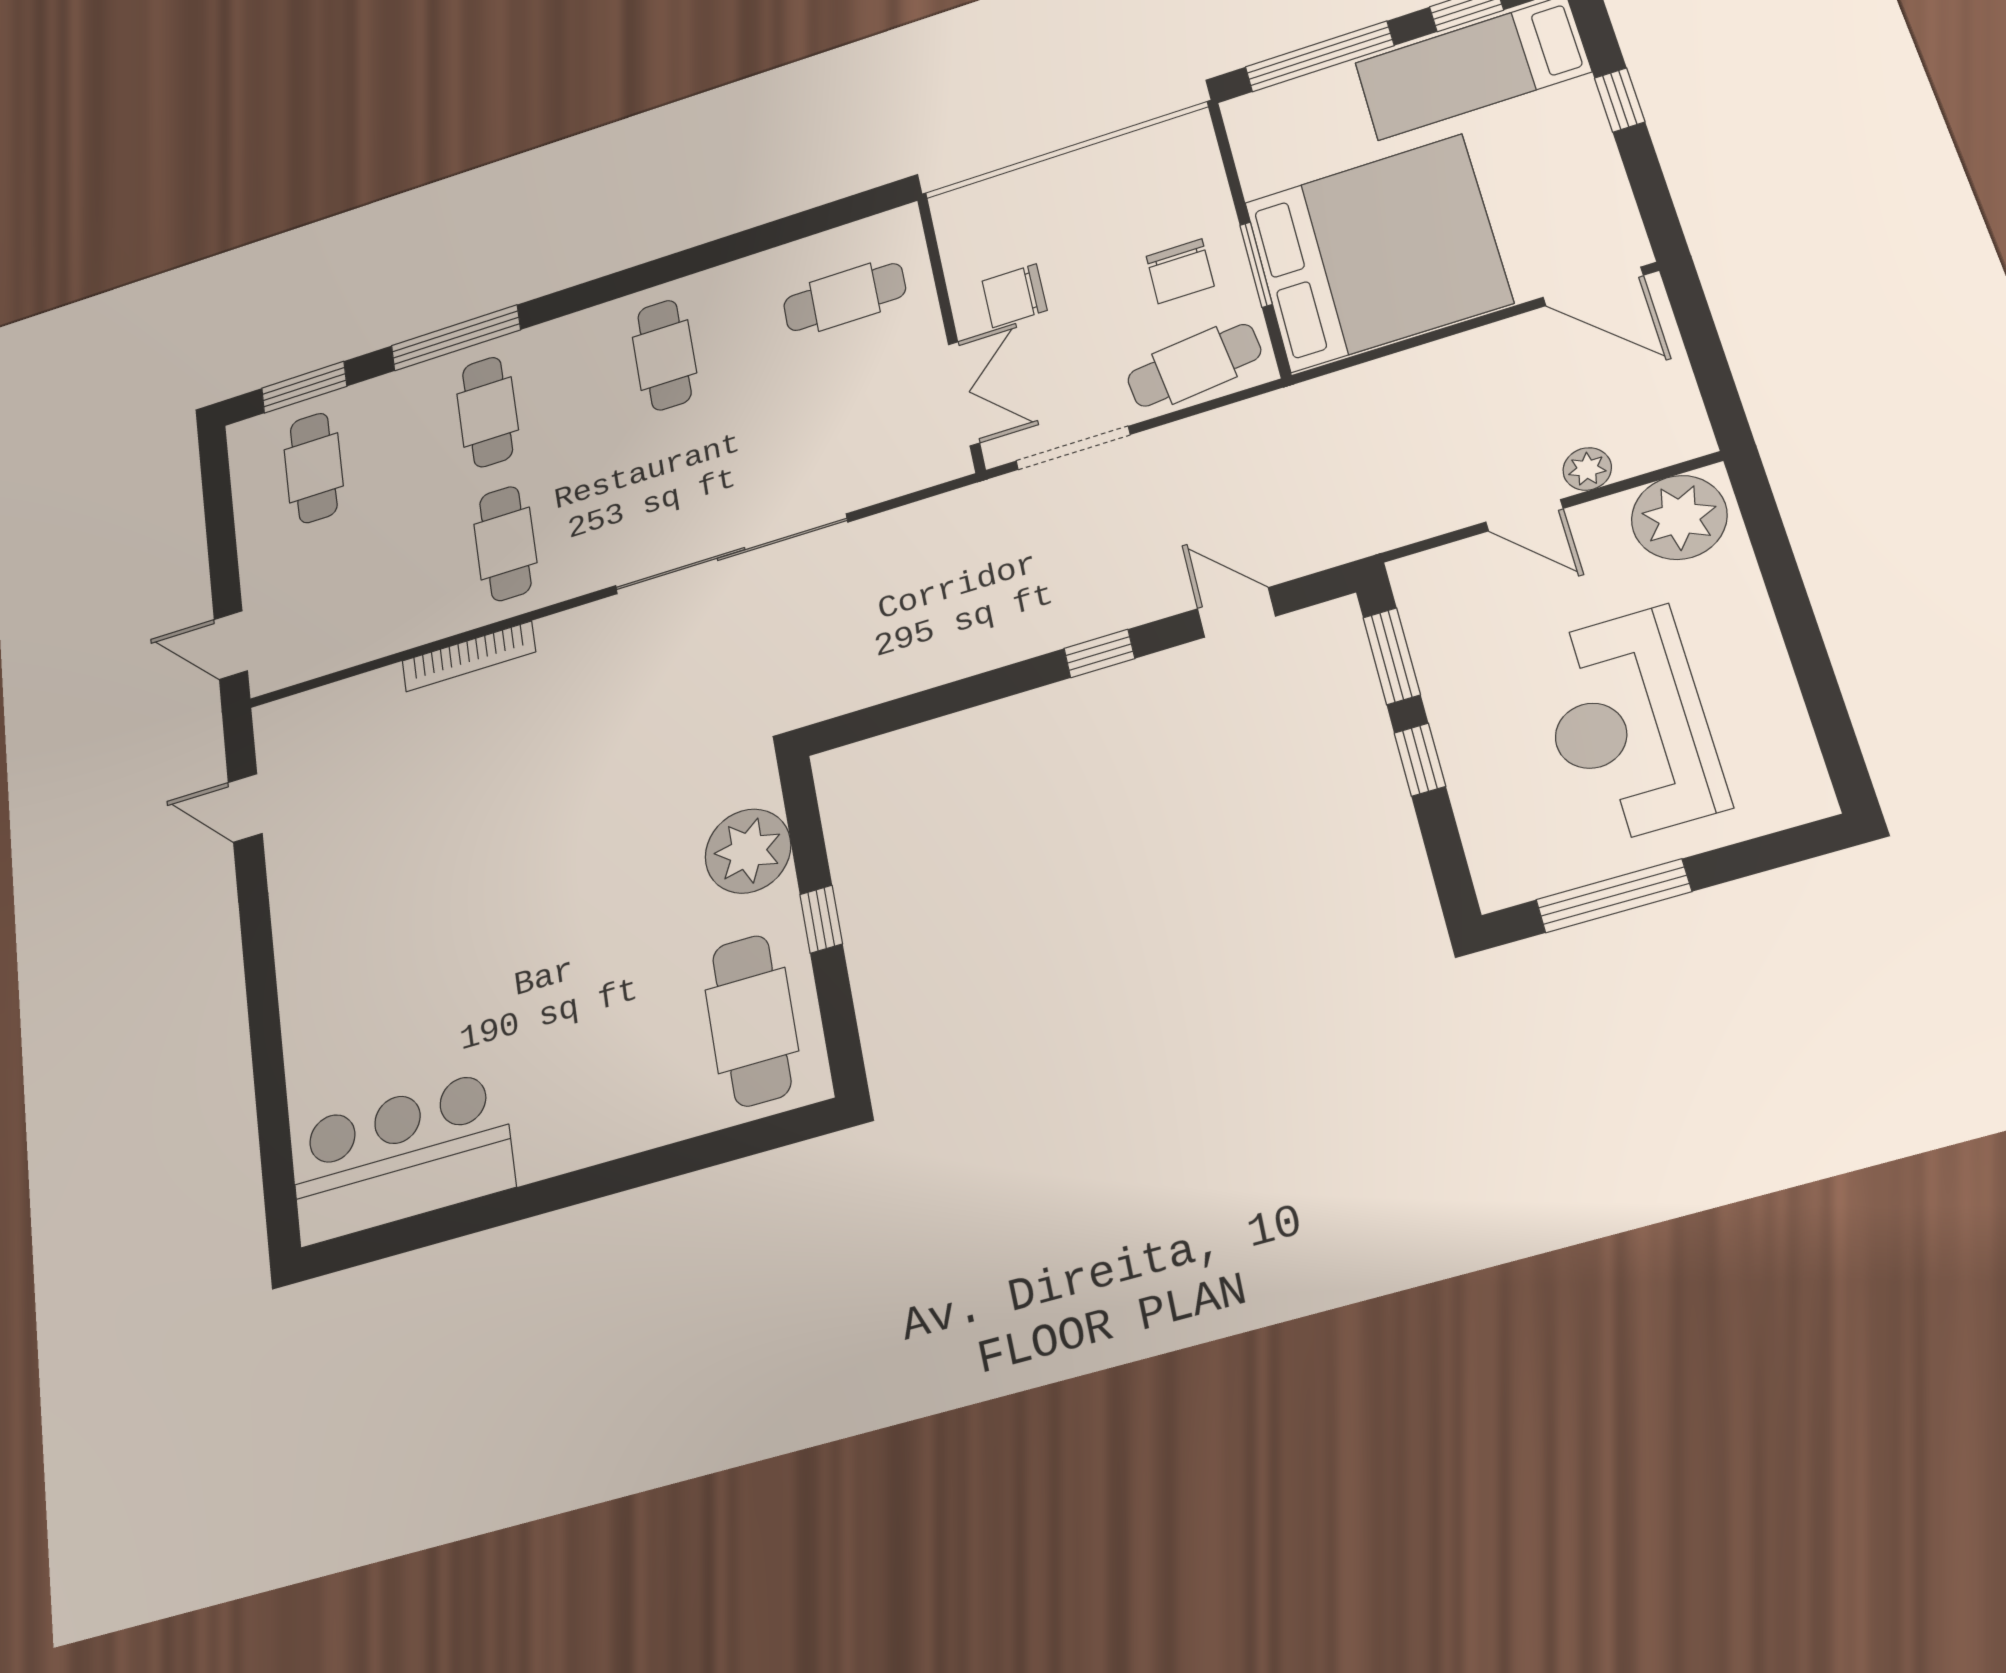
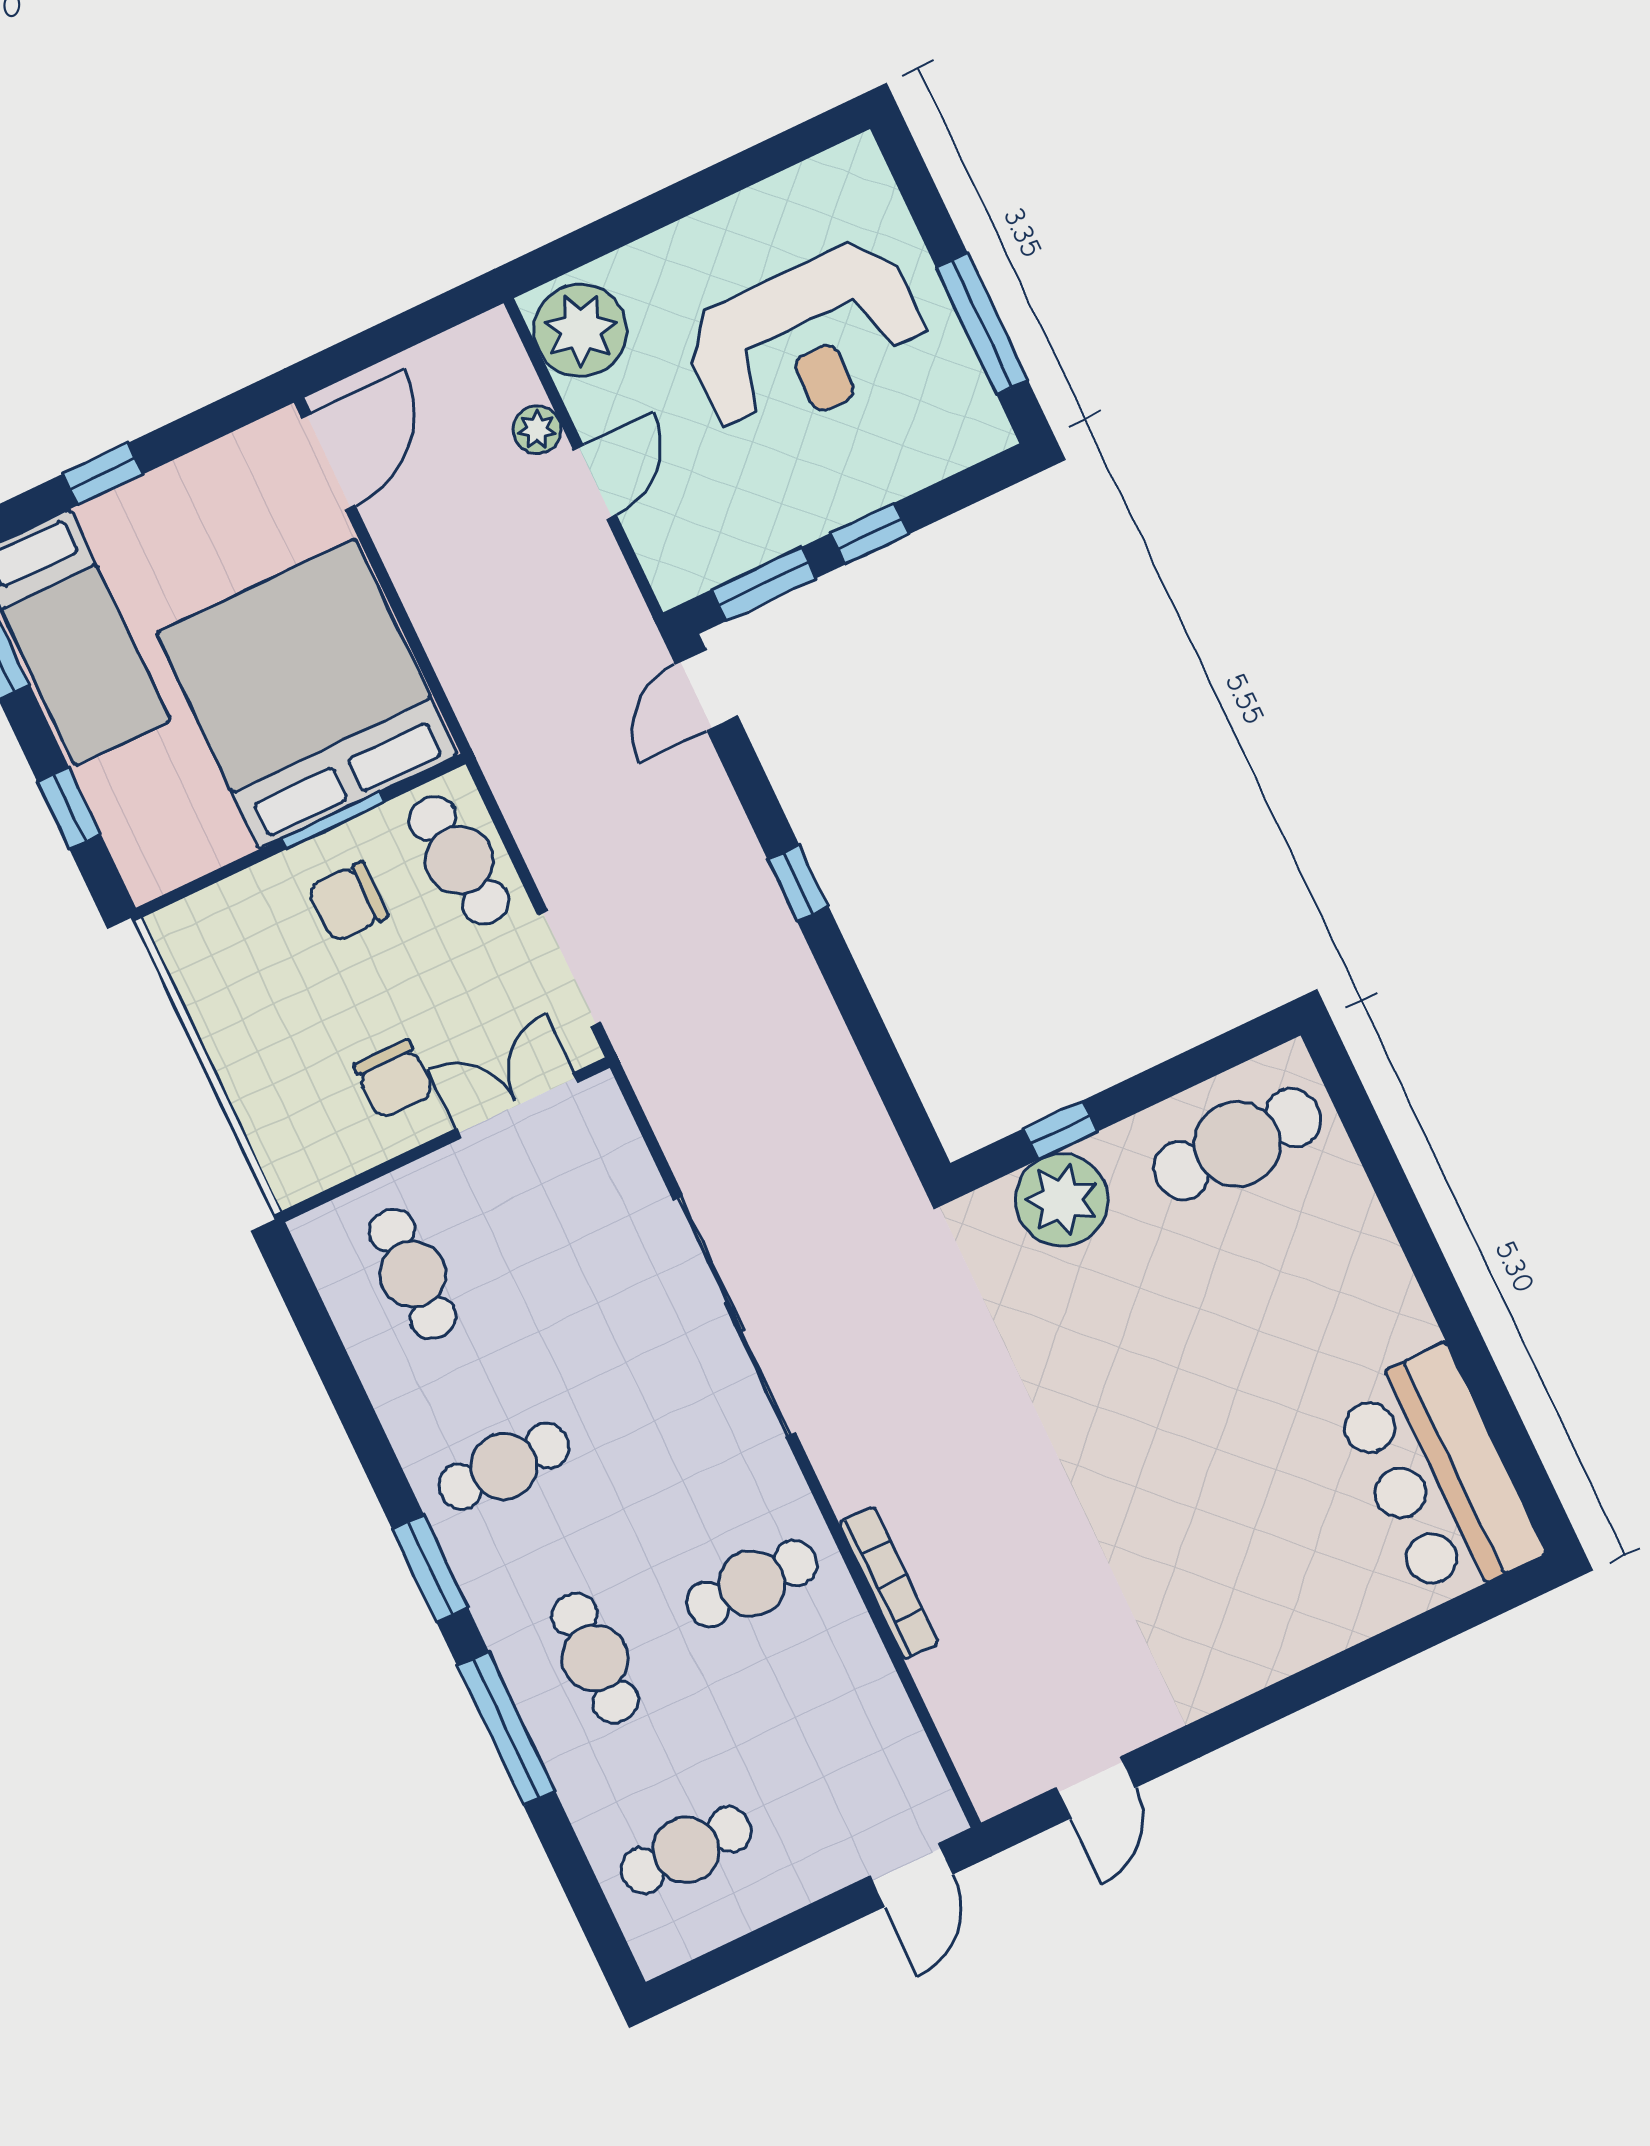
window: (1319, 56) -> (69, 808), width x0.46
chair: (1180, 271) -> (348, 902), turned 180
window: (304, 387) -> (430, 1569), moved
cafe table: (488, 412) -> (595, 1658), turned 90
door: (1236, 612) -> (707, 690), moved
window: (821, 919) -> (1060, 1130), moved

